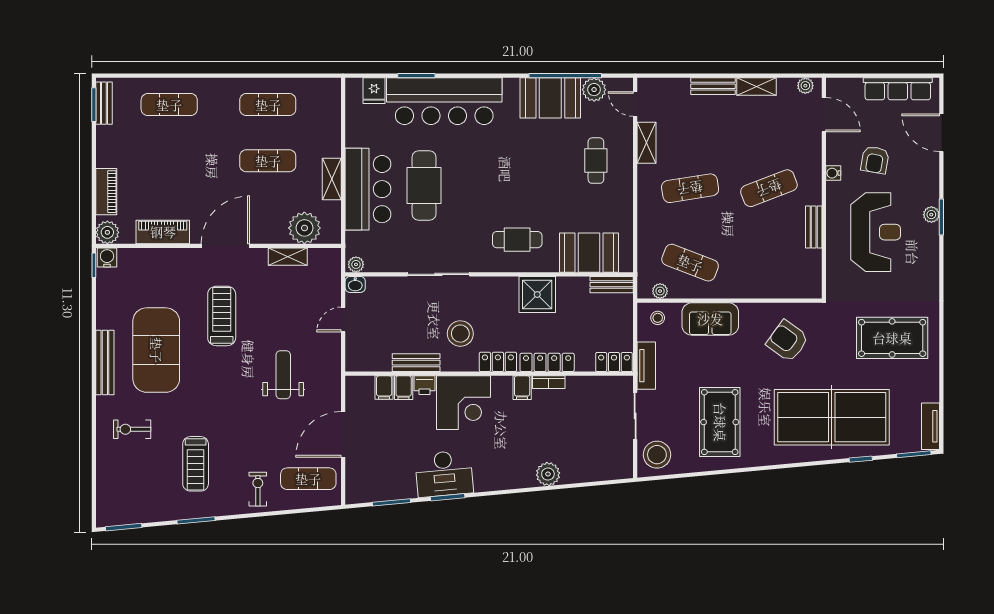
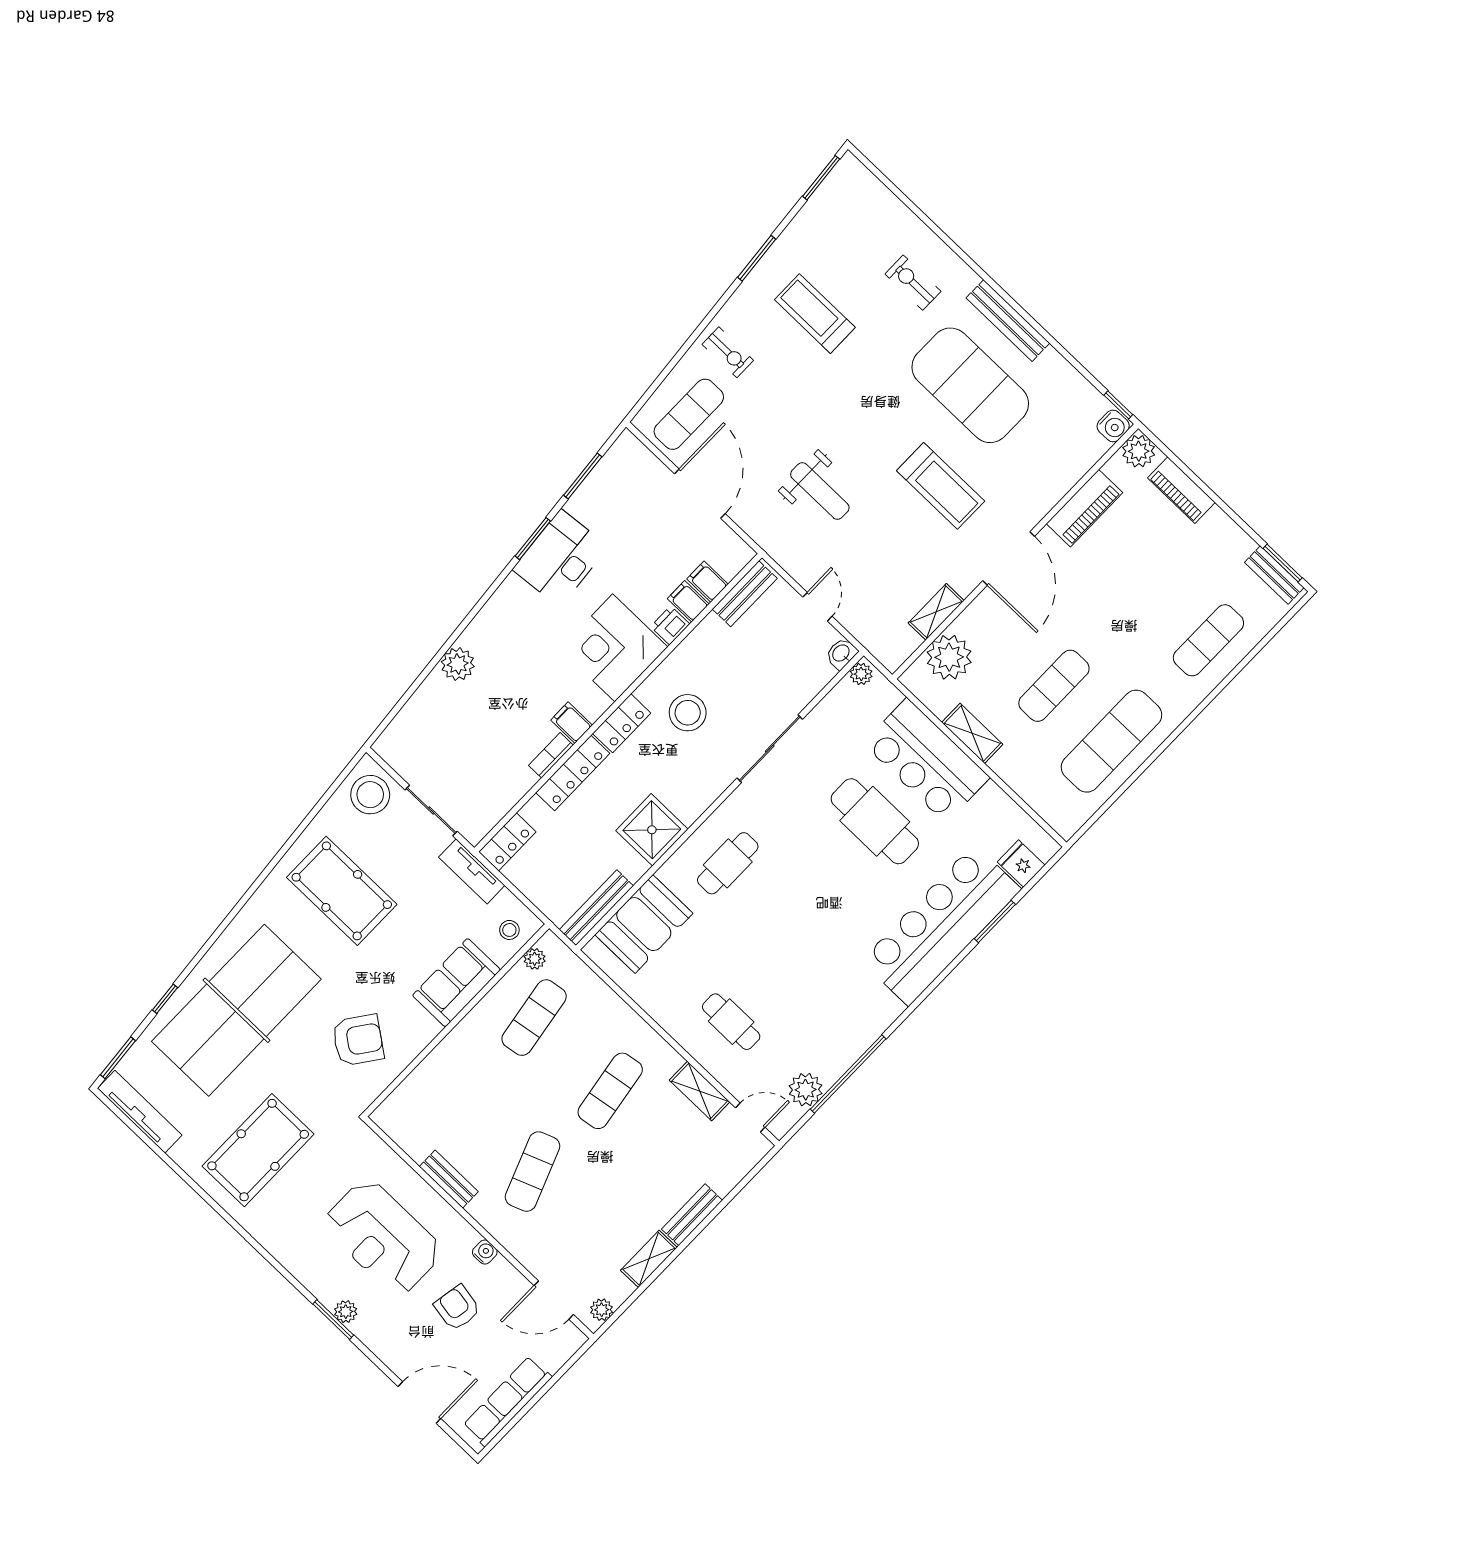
booth: (550, 98) -> (840, 1037), removed
exercise mat: (268, 105) -> (1111, 741), width x1.36, depth x1.45
exercise mat: (690, 263) -> (534, 1018), turned -30
bench: (612, 285) -> (596, 908), width x1.36
bench: (416, 363) -> (745, 594), moved
tv unit: (930, 426) -> (140, 1112), width x1.41
exercise bike: (132, 429) -> (913, 283), turned -90

